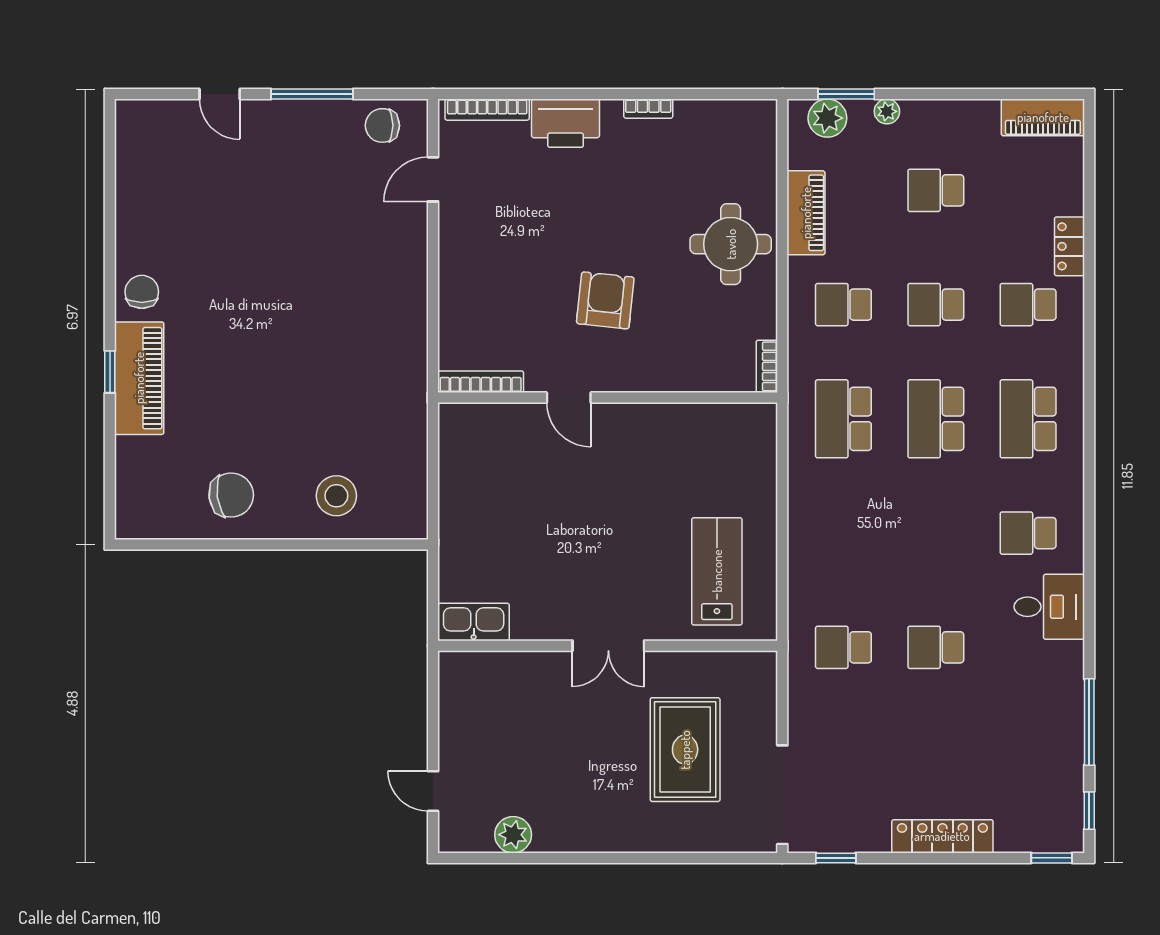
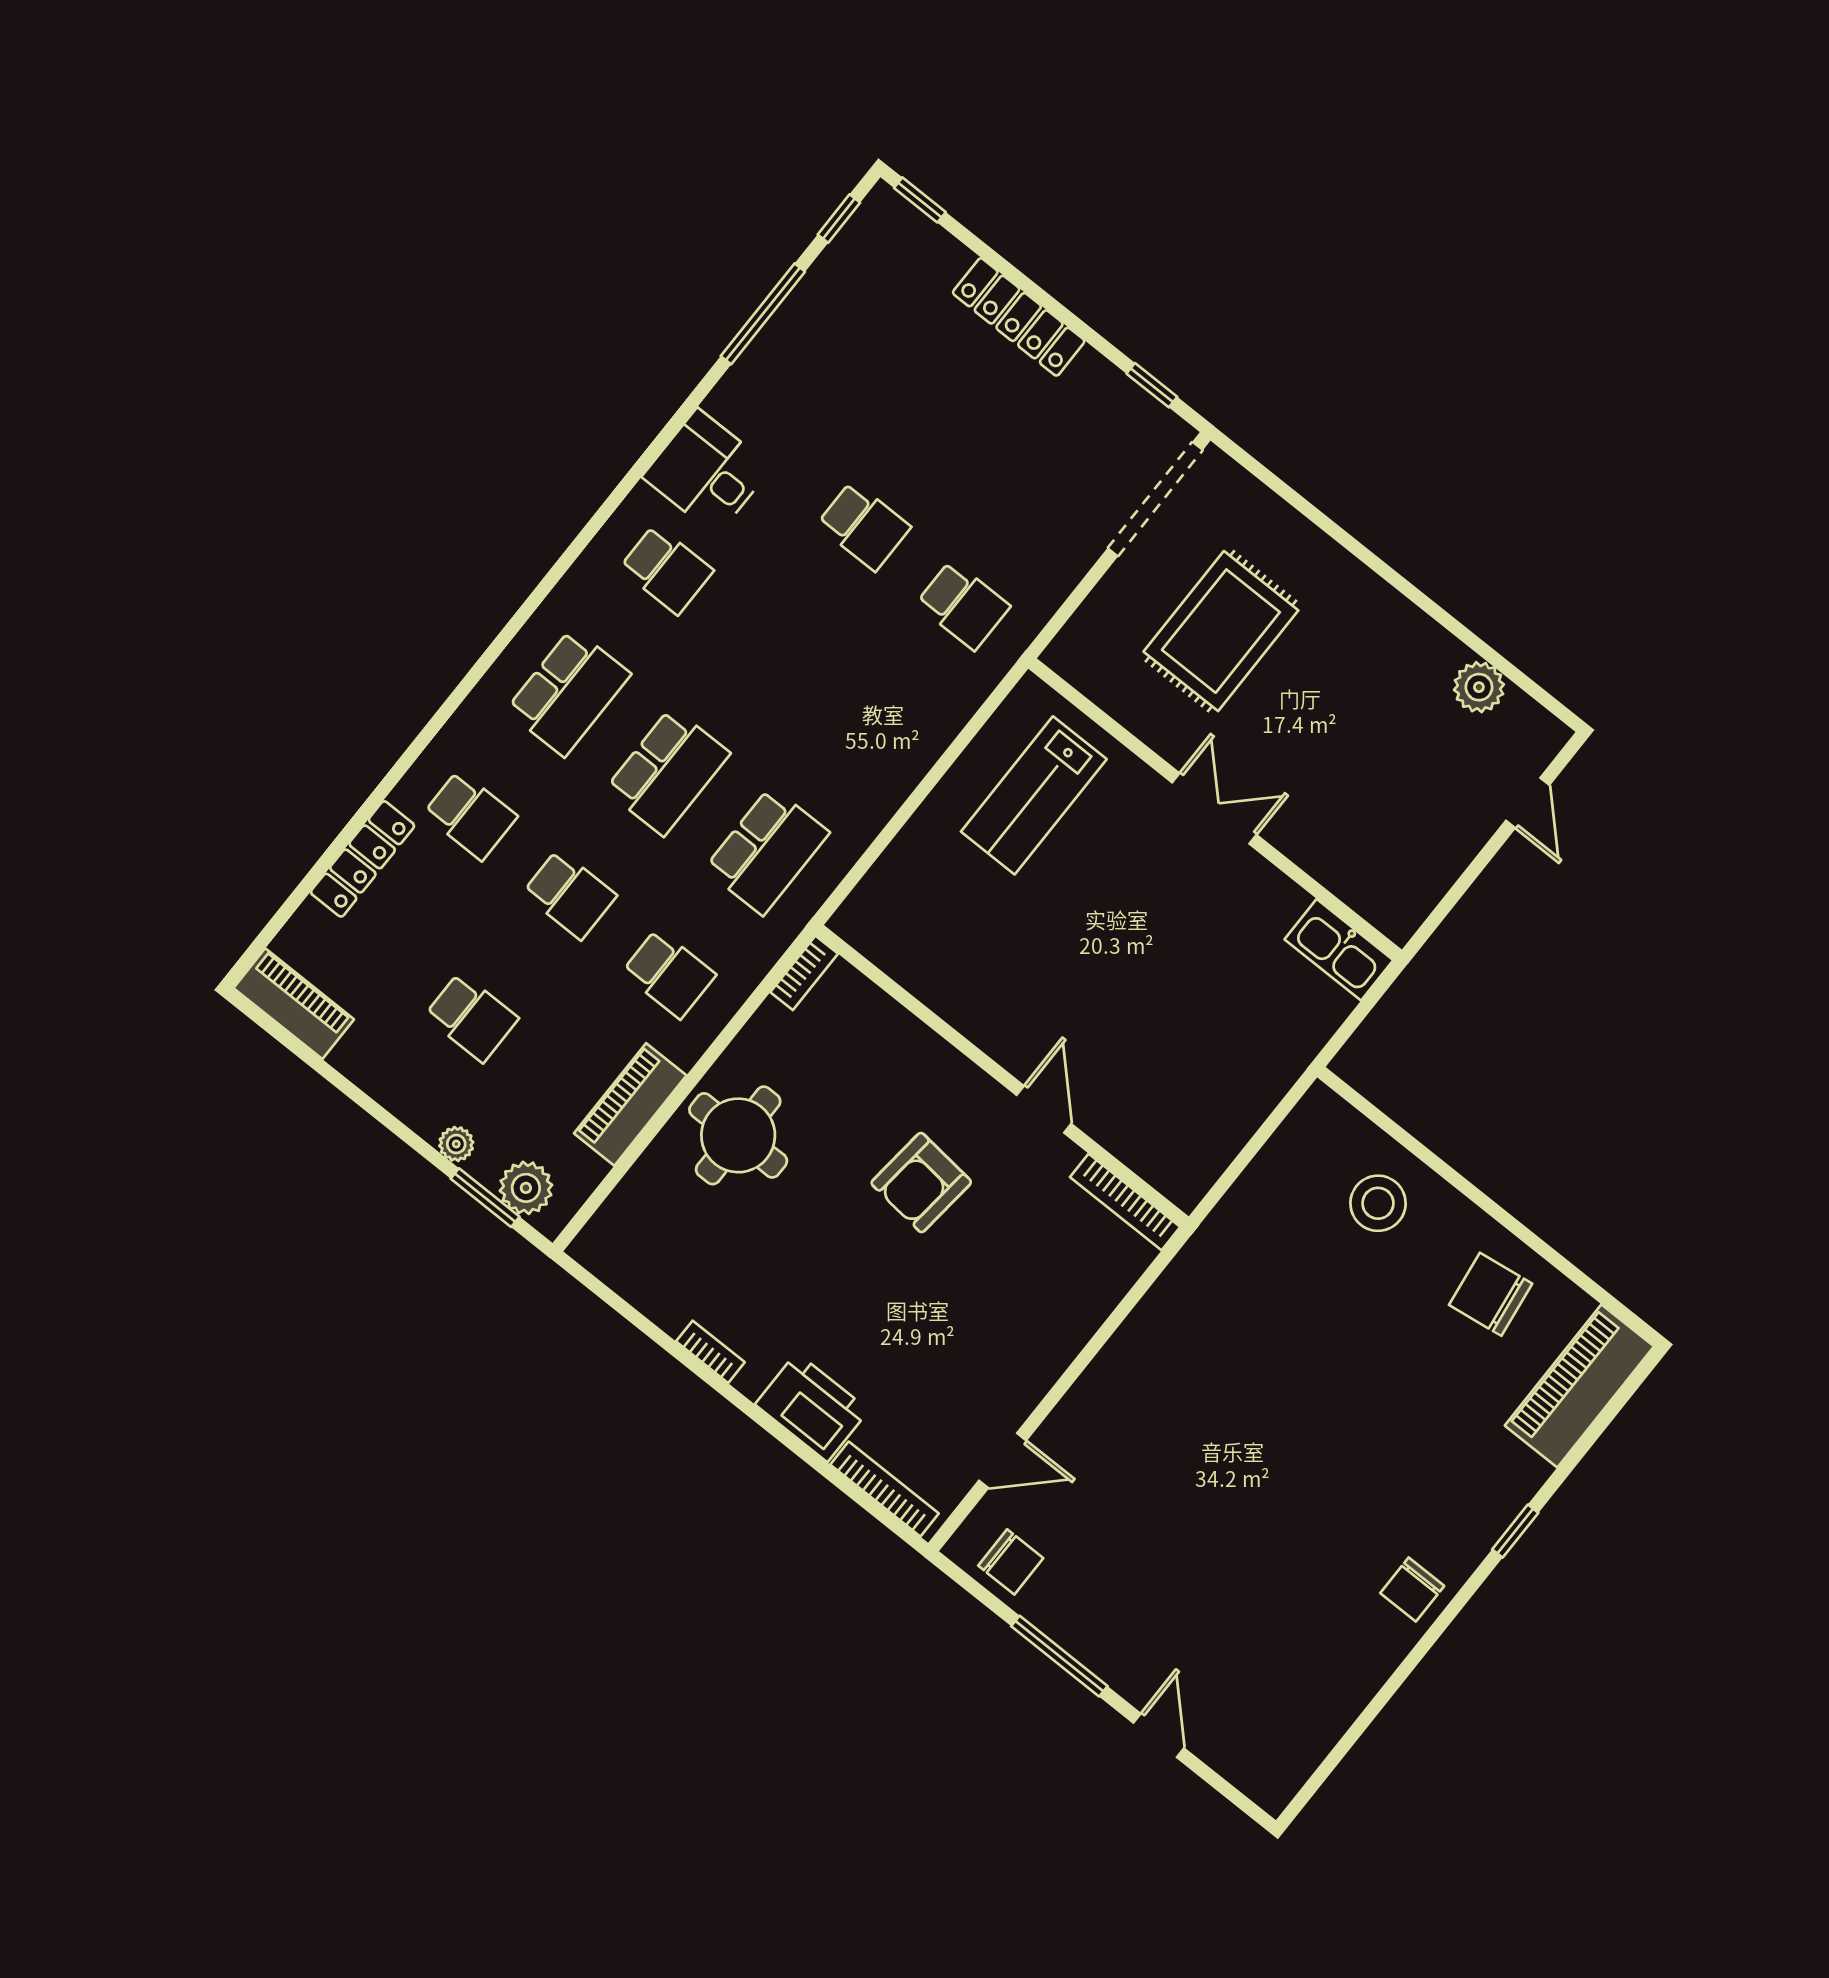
locker: (1069, 246) -> (363, 859), width x1.53
piano: (139, 378) -> (1579, 1386), moved

